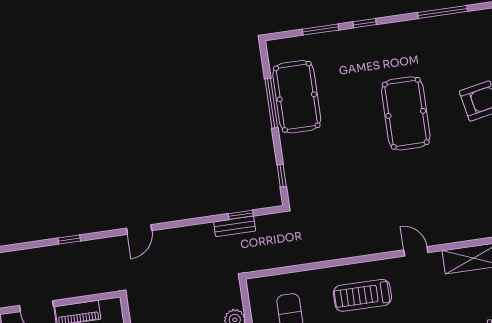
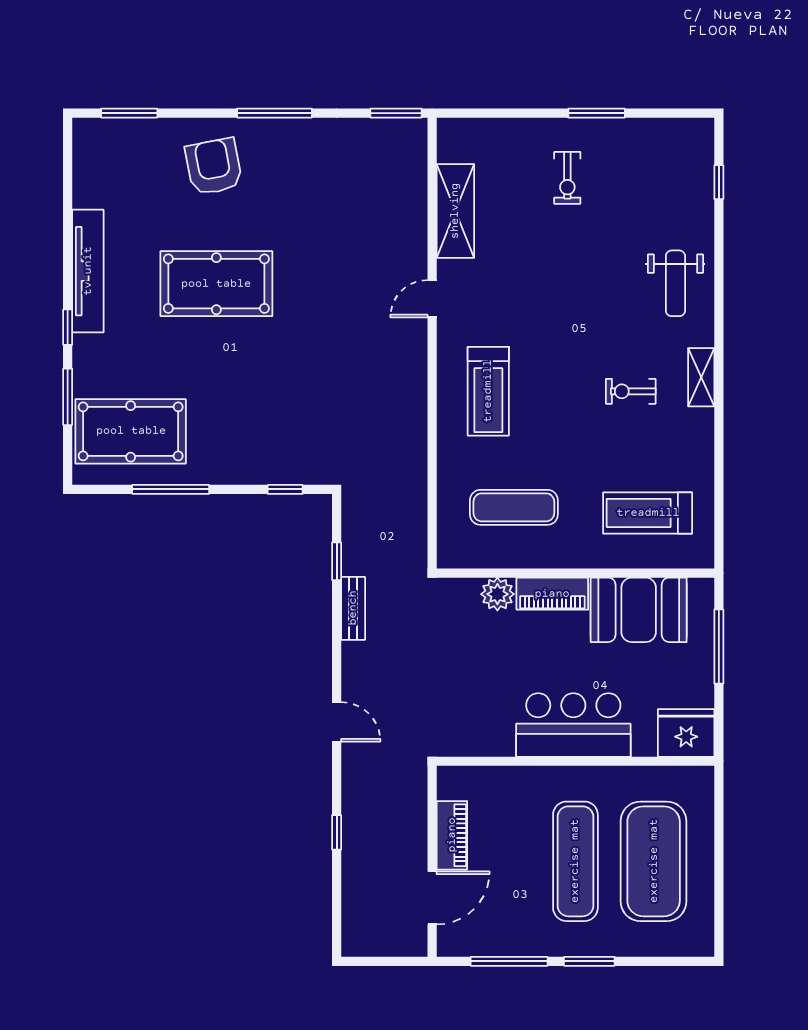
window: (443, 12) -> (68, 204), removed
tv unit: (402, 31) -> (88, 271), added
pool table: (297, 97) -> (131, 431), moved
bench: (235, 226) -> (353, 608), moved

